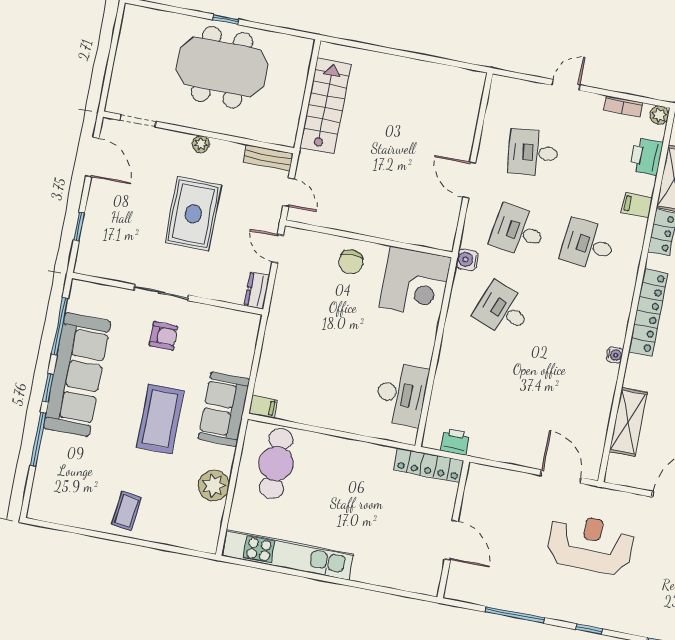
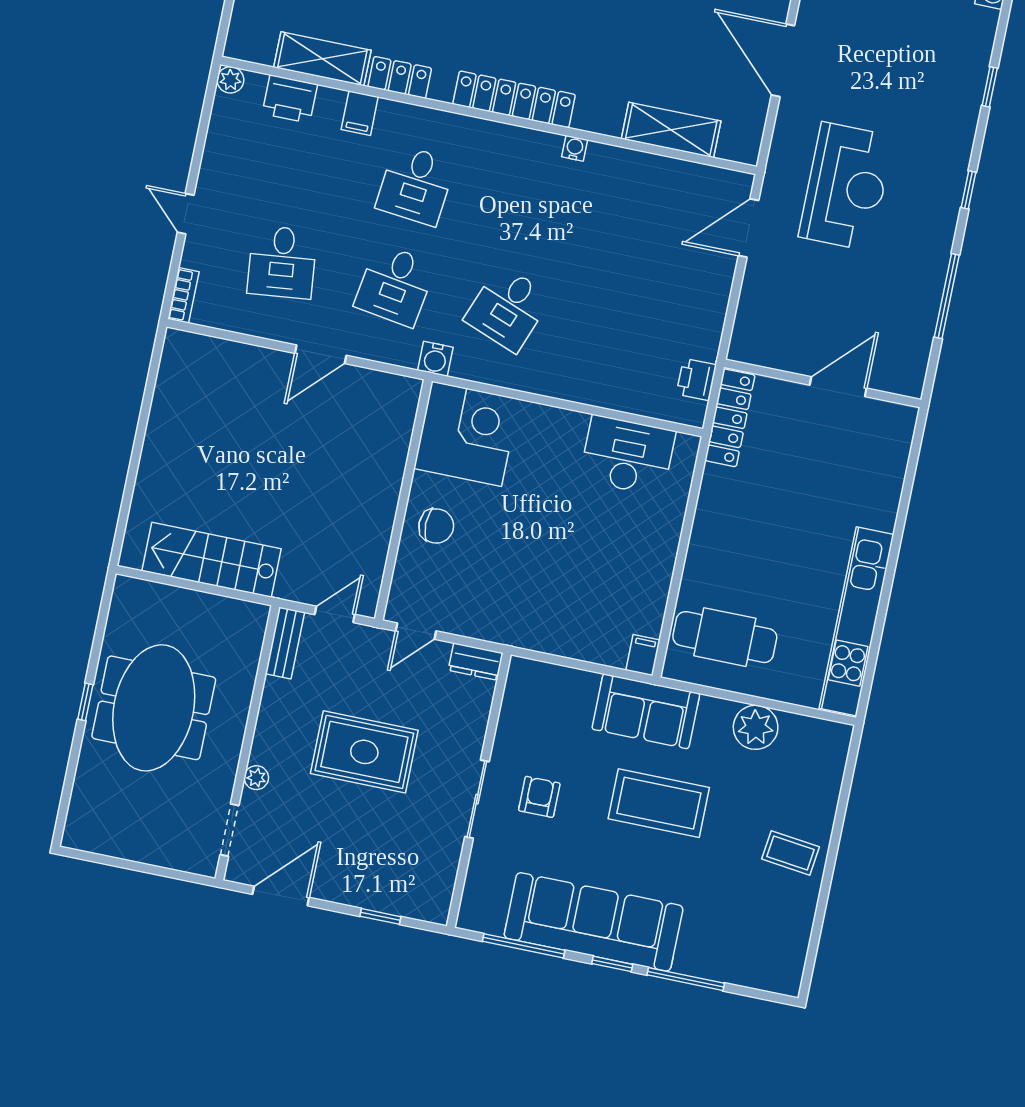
bookcase: (623, 106) -> (183, 295), moved
plant: (201, 144) -> (256, 778), moved
reception desk: (590, 544) -> (846, 186), turned 180

